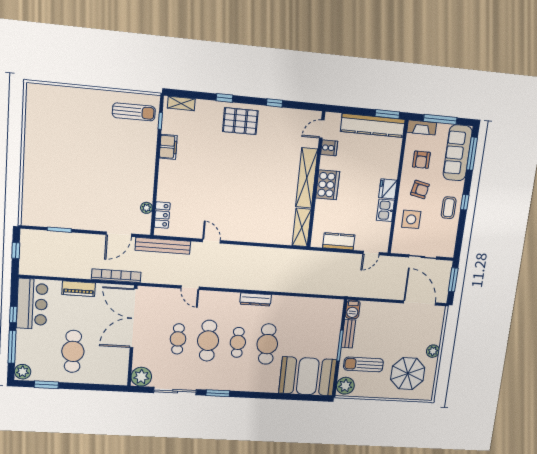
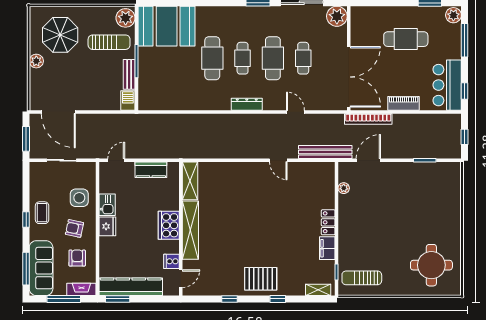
round table: (58, 119) -> (431, 265), added
locker: (162, 215) -> (328, 222), moved
dresser: (256, 299) -> (247, 104), moved
window: (13, 315) -> (465, 91), moved
cafe table: (73, 351) -> (406, 39), turned 90

